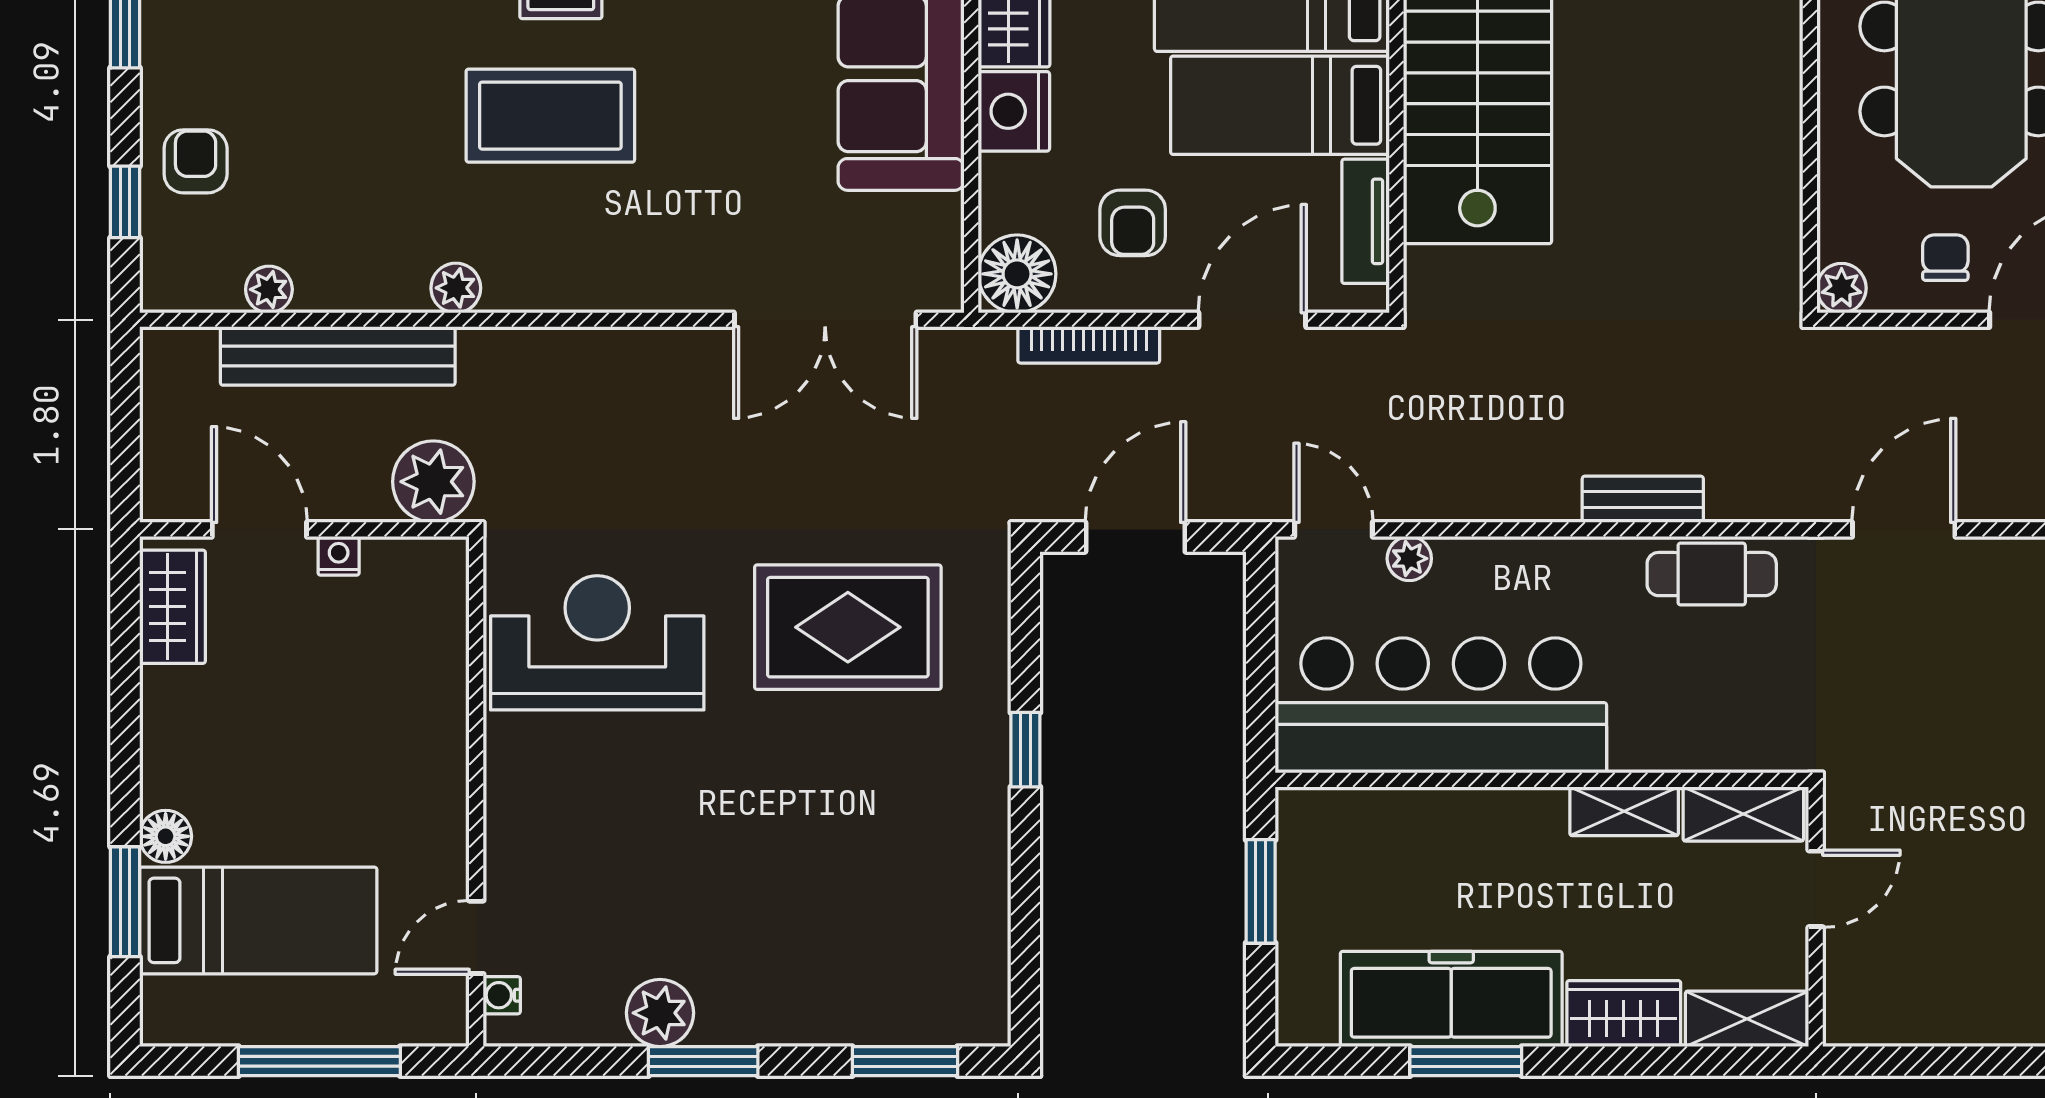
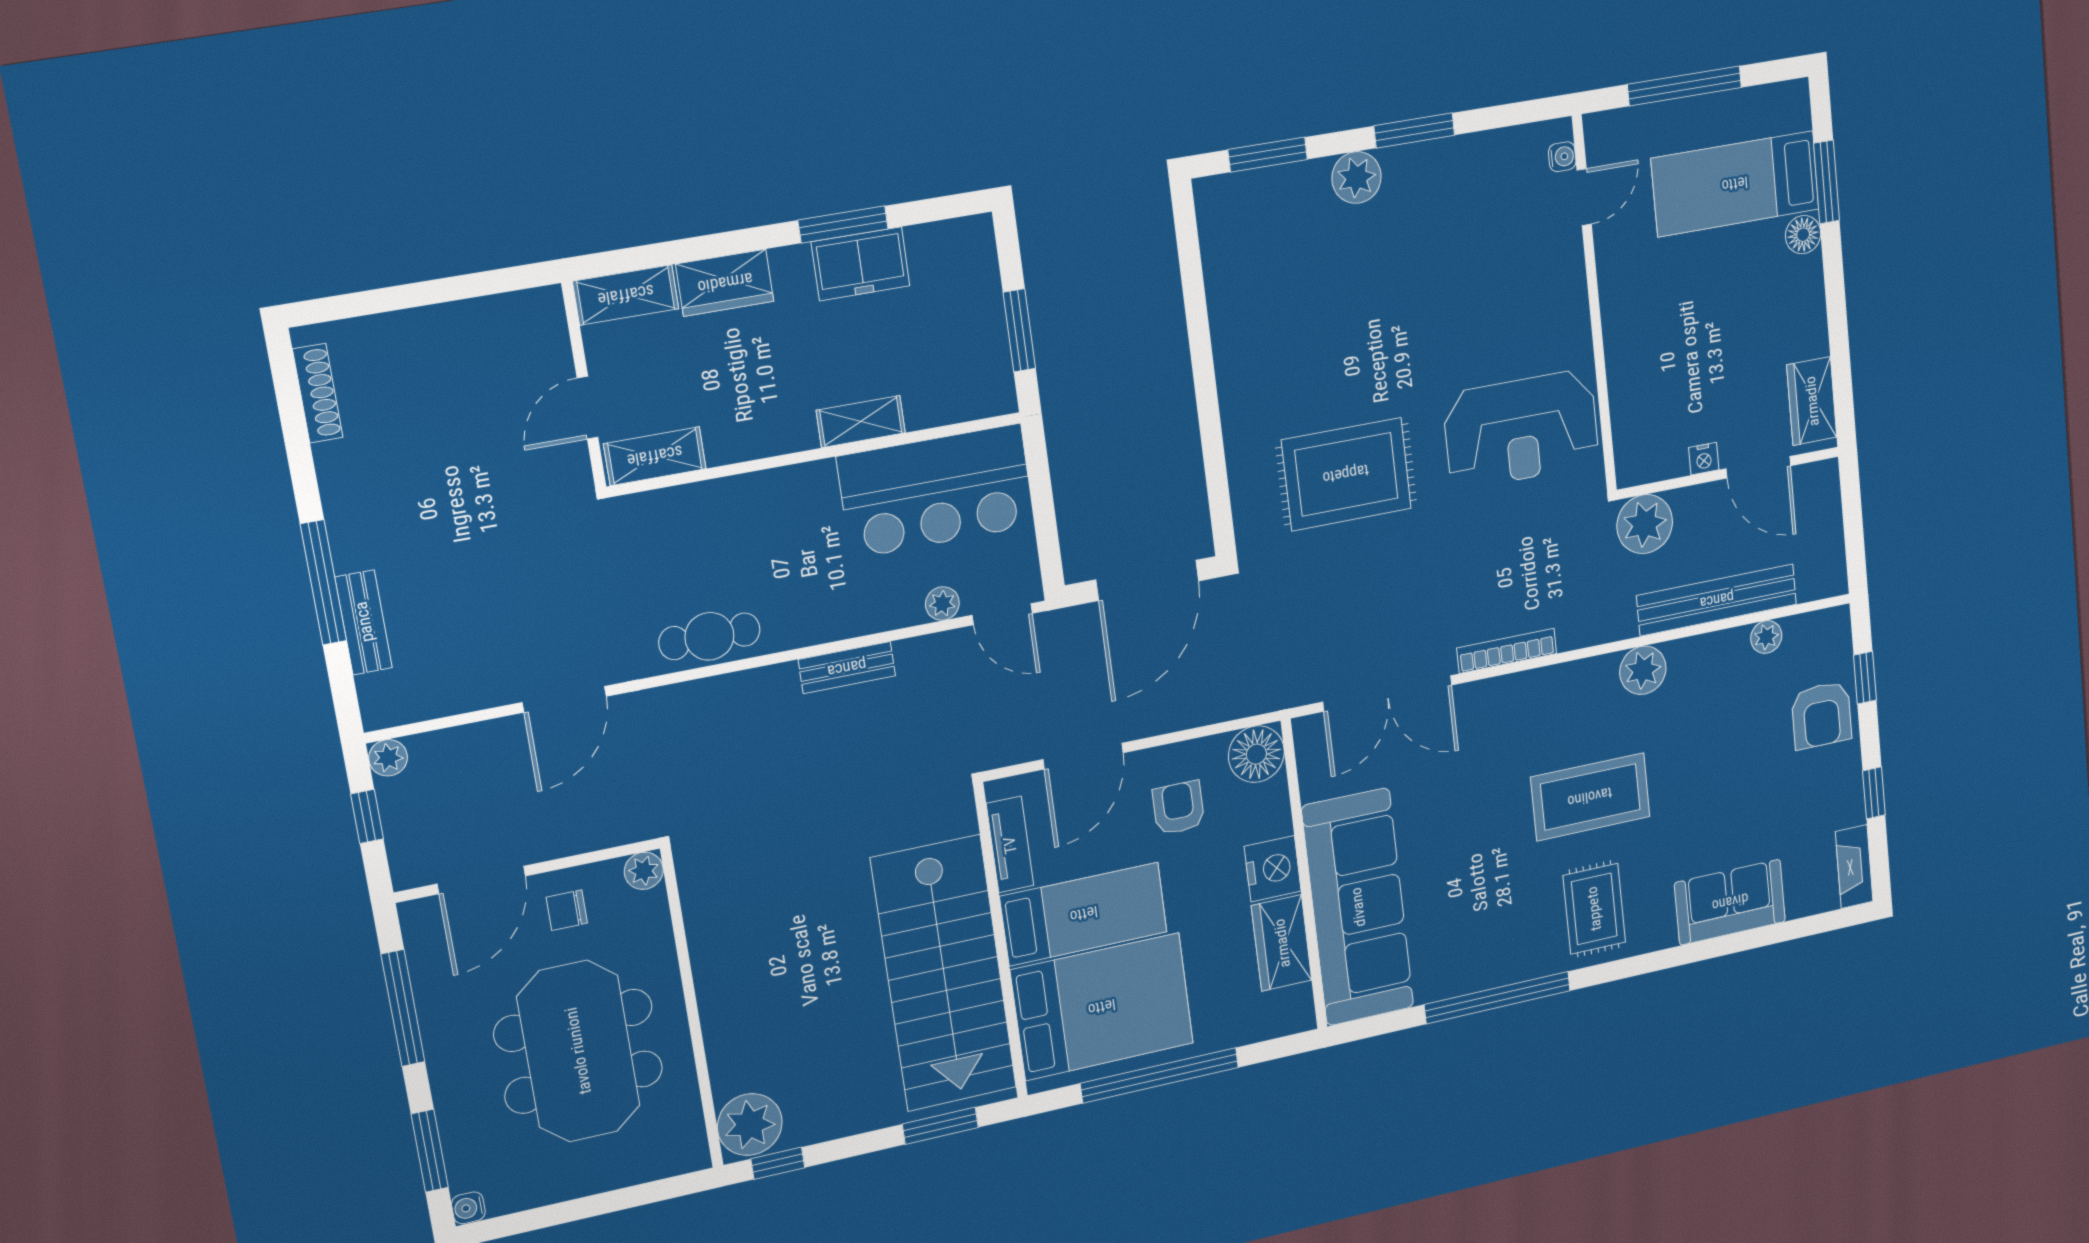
armchair: (196, 161) -> (1822, 715), width x1.38, depth x1.38
chair: (1945, 258) -> (567, 910), turned 90
plant: (456, 288) -> (1643, 670), width x1.38, depth x1.38
double door: (825, 320) -> (1387, 693), swing flipped
bookcase: (1089, 345) -> (1507, 651), moved
bench: (1643, 499) -> (847, 668), moved
door: (1135, 537) -> (1147, 580), width x1.36
bar counter: (1441, 705) -> (936, 491), width x0.73
window: (1025, 750) -> (1208, 407), removed
shelving: (1624, 811) -> (861, 422), moved
freezer: (1451, 999) -> (861, 264), width x0.52, depth x0.79
plant: (660, 1013) -> (1357, 178), moved

